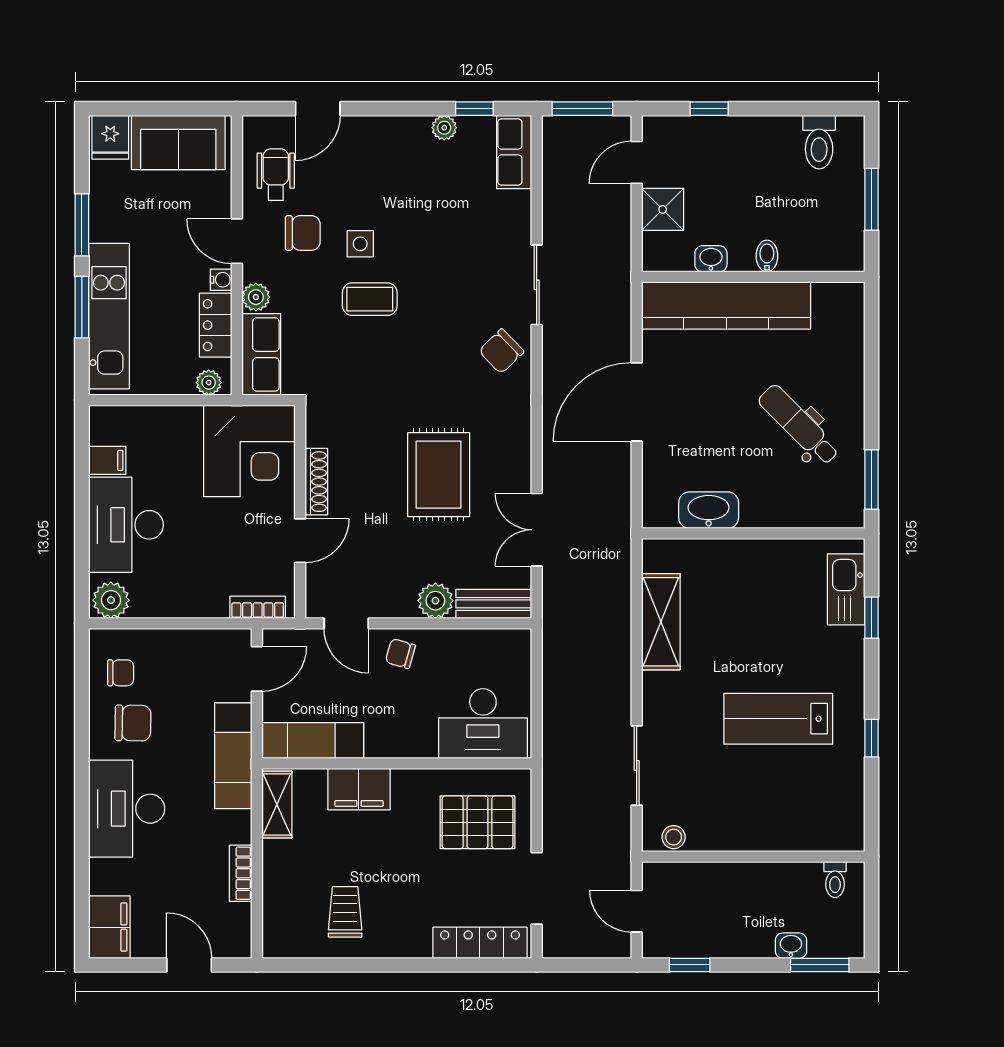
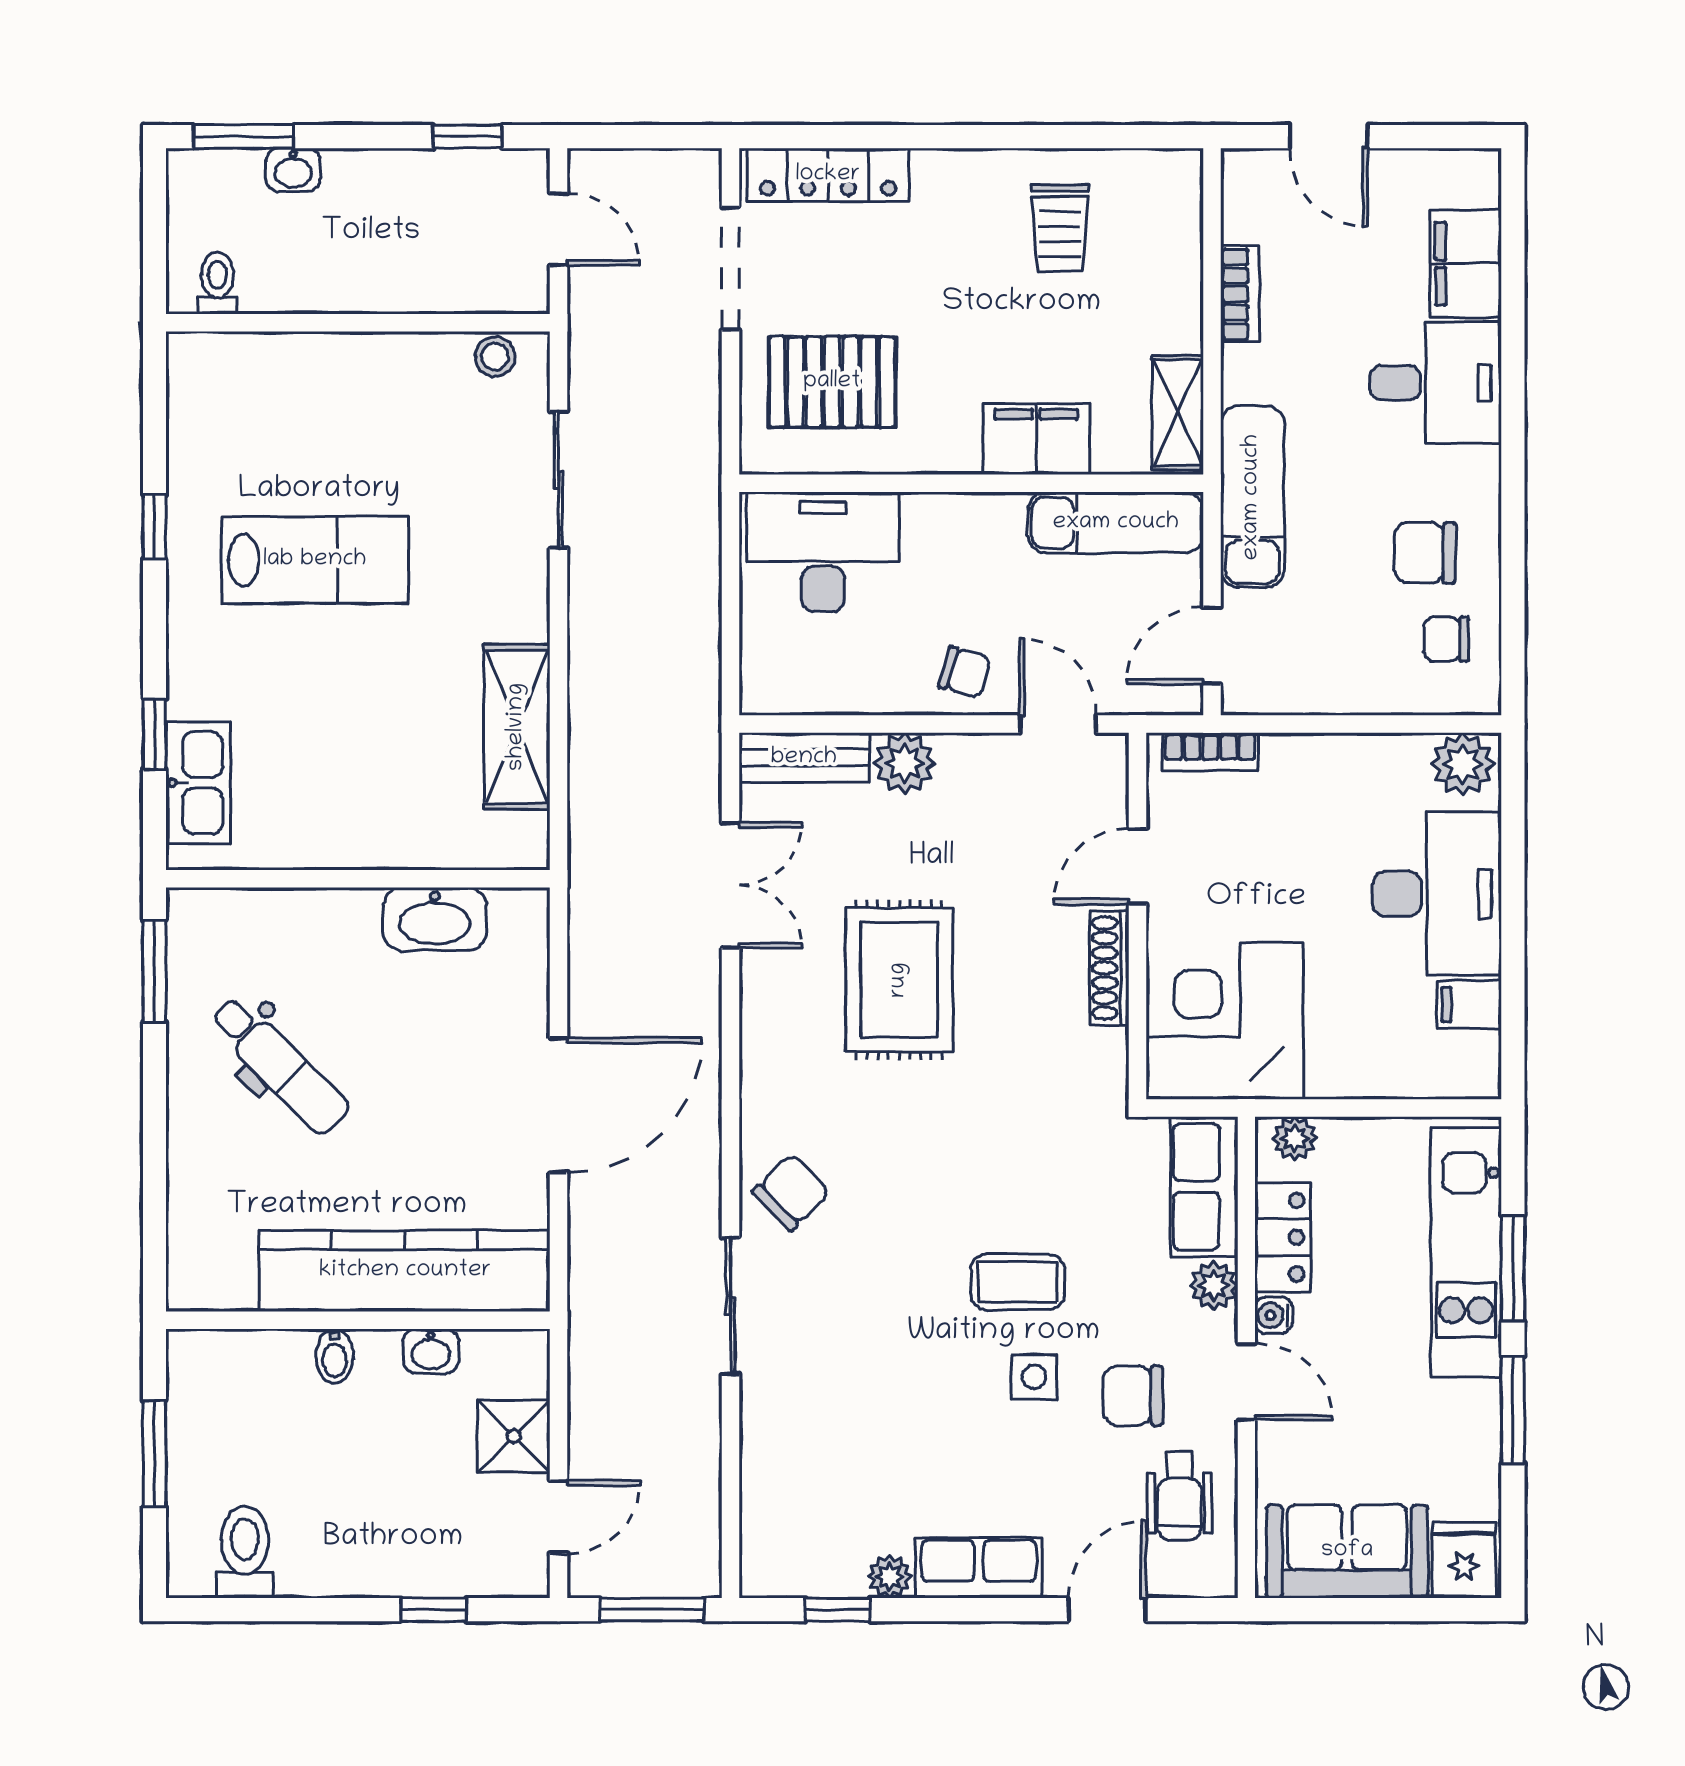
row of seats: (514, 152) -> (979, 1568), moved, turned -90
desk: (127, 809) -> (1436, 383), width x0.73
filing cabinet: (109, 927) -> (1466, 264), moved

